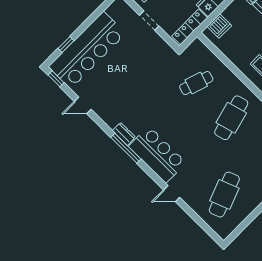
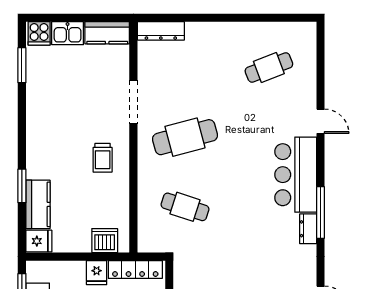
cafe table: (224, 195) -> (269, 67), width x0.73, depth x0.74

